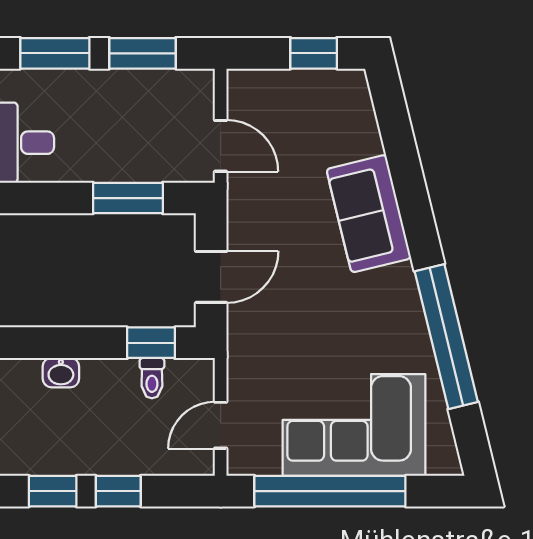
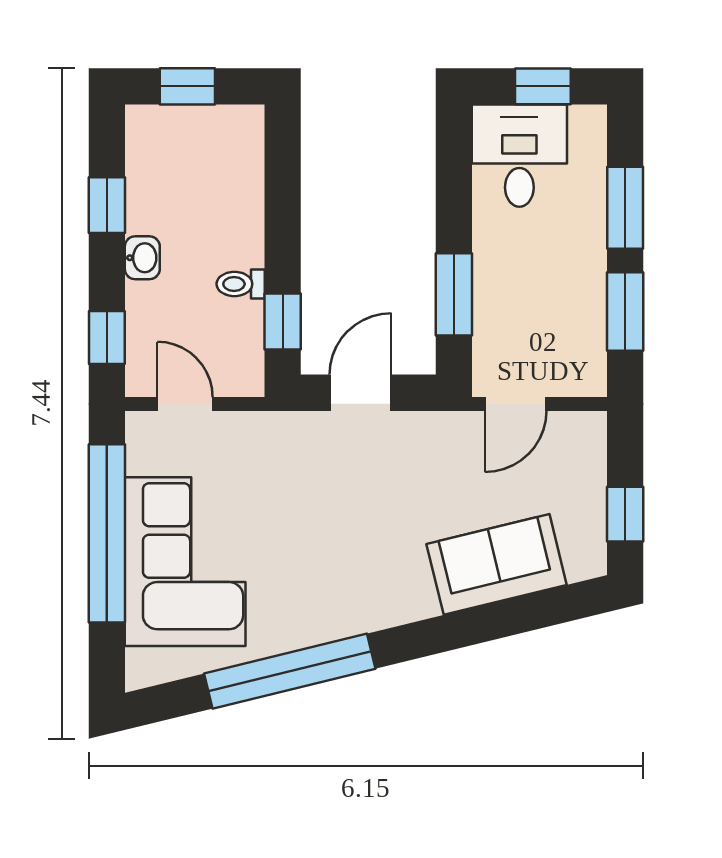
sofa: (369, 214) -> (497, 564), moved
door: (211, 277) -> (360, 393), swing flipped
washbasin: (61, 373) -> (142, 258), moved, turned 180
toilet: (152, 378) -> (241, 284), moved
window: (118, 491) -> (107, 338), moved

